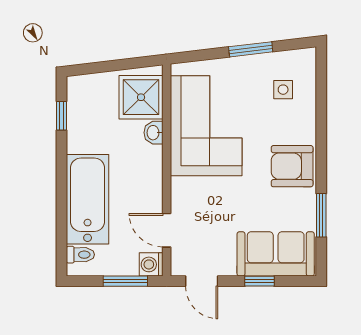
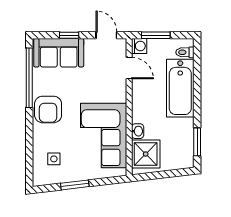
window: (61, 116) -> (197, 142), width x1.50
armchair: (292, 166) -> (48, 109), turned 90
window: (321, 215) -> (29, 78), width x2.11

